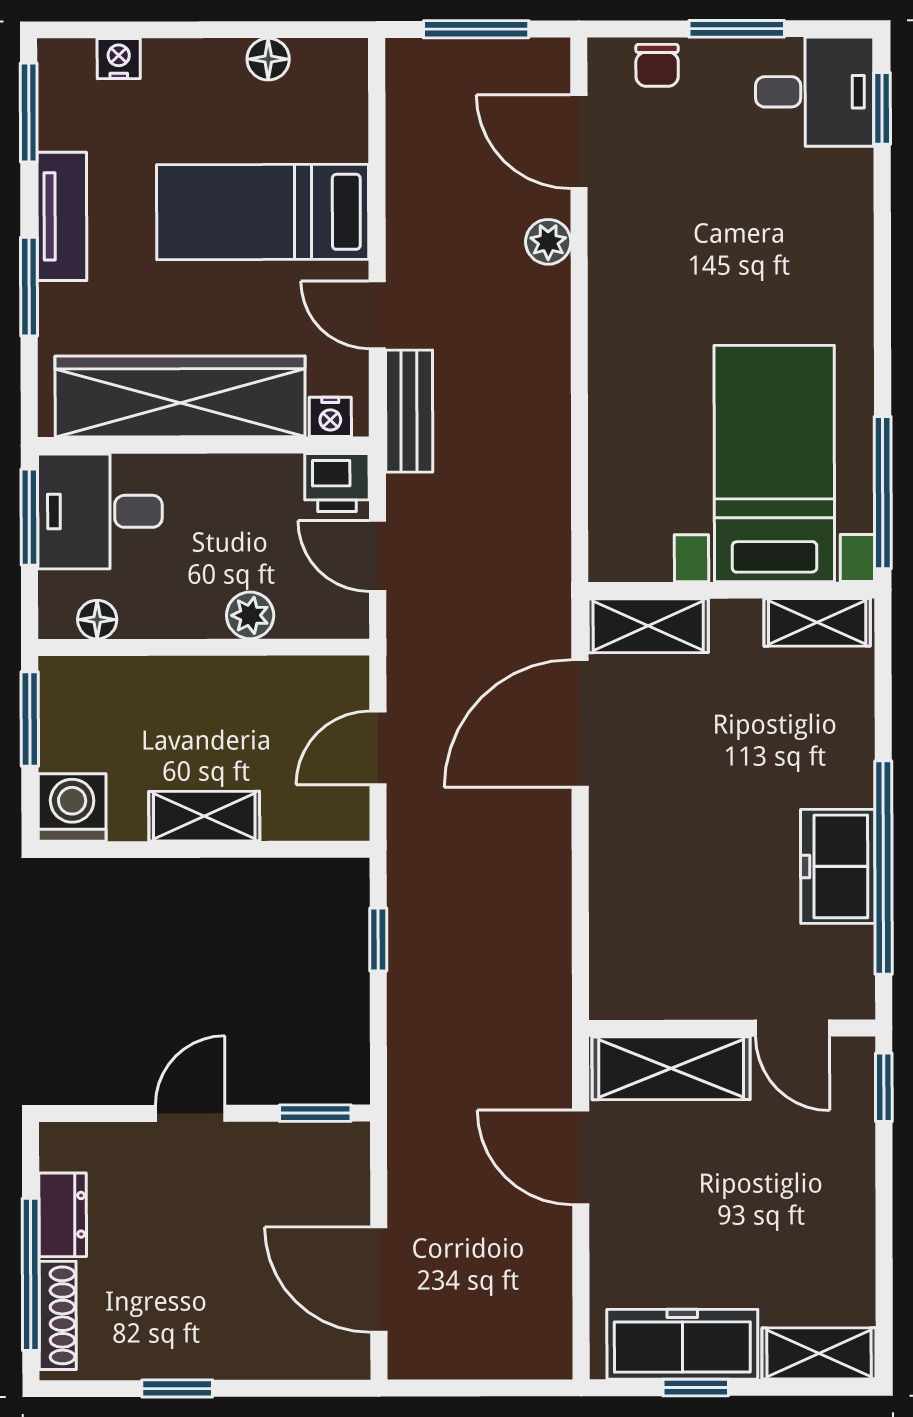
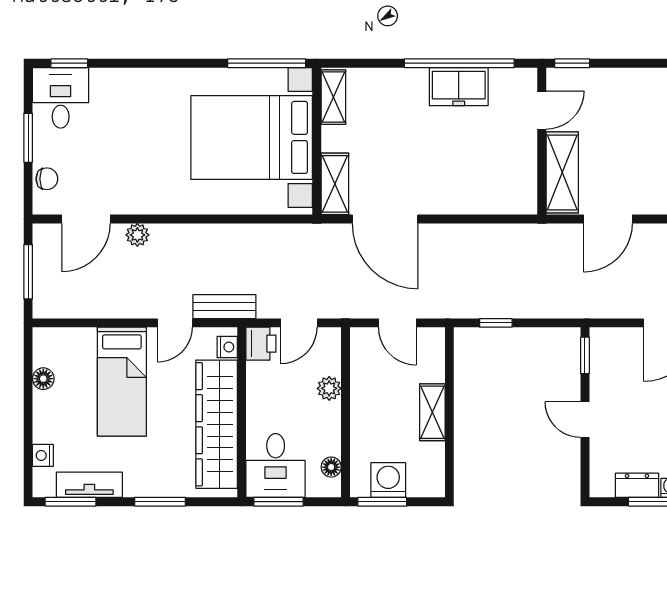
tv unit: (62, 216) -> (89, 485), moved
bed with nightstands: (774, 463) -> (252, 137), width x1.36
washing machine: (72, 807) -> (388, 480), moved, turned 90

